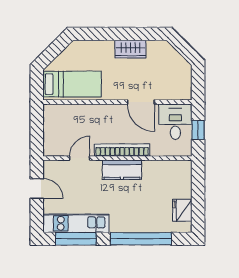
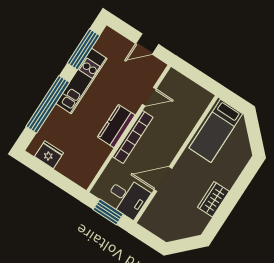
window: (198, 130) -> (108, 212), width x1.50
door: (80, 158) -> (149, 97), hinge flipped
kitchen unit: (76, 223) -> (81, 81), moved

